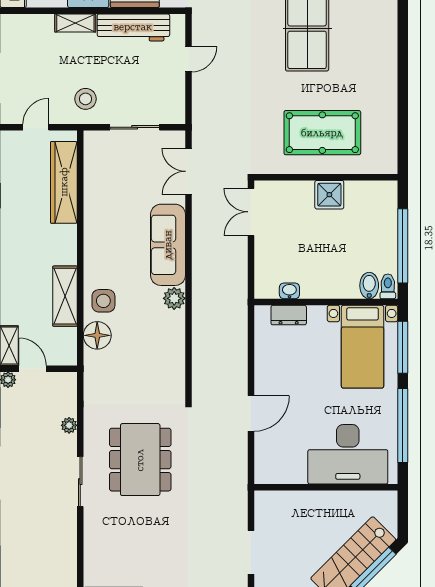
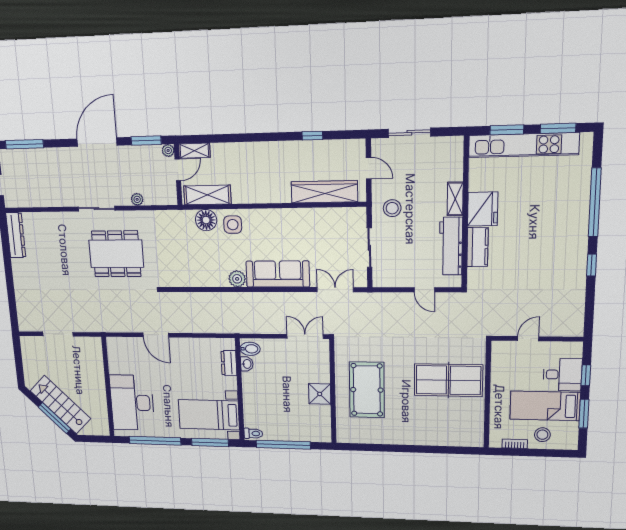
bidet: (369, 286) -> (250, 349), moved
shelving: (65, 296) -> (207, 195), moved

